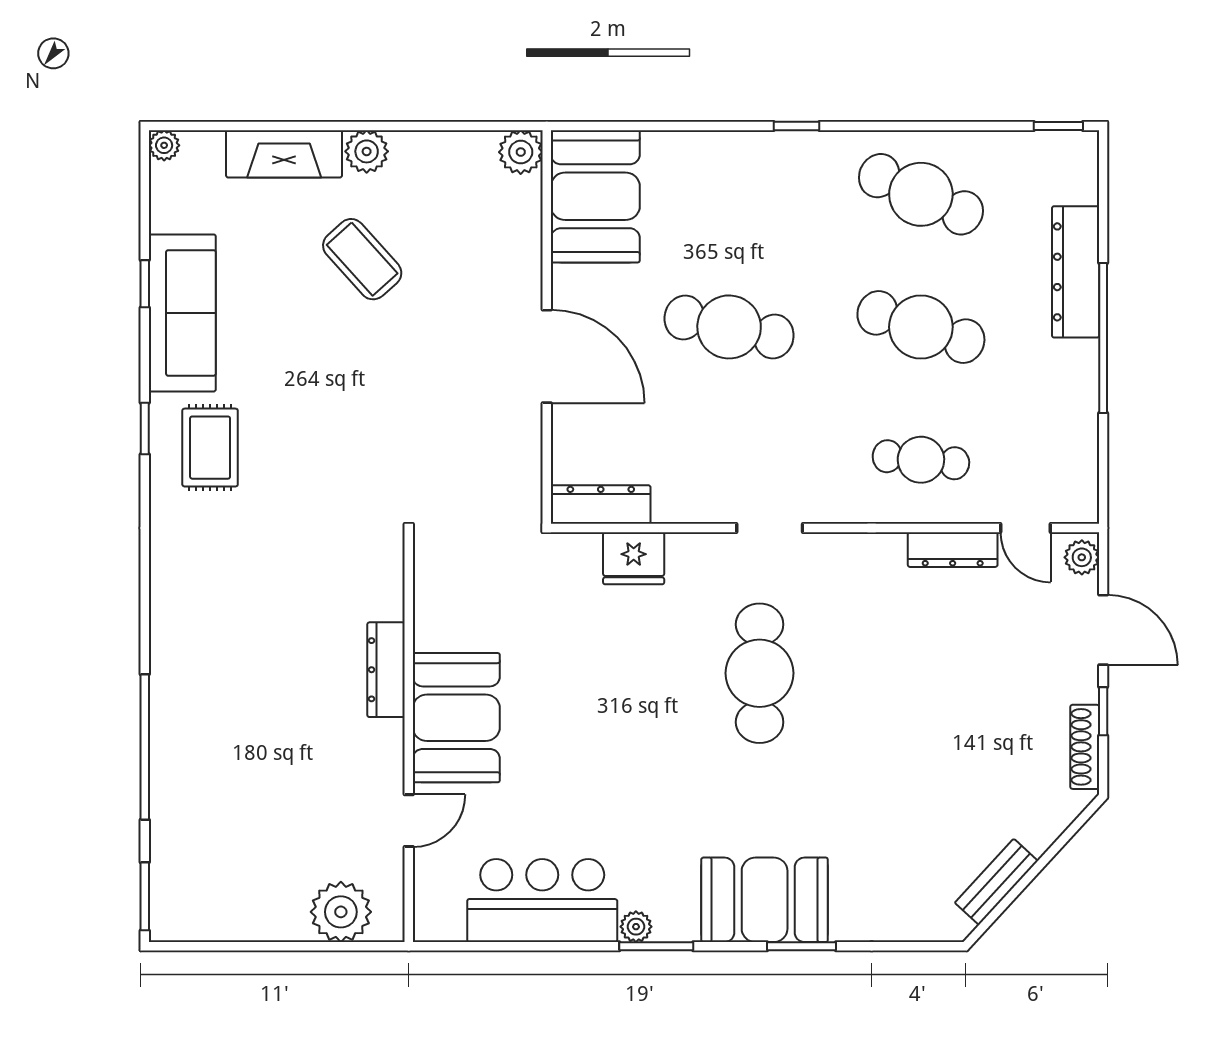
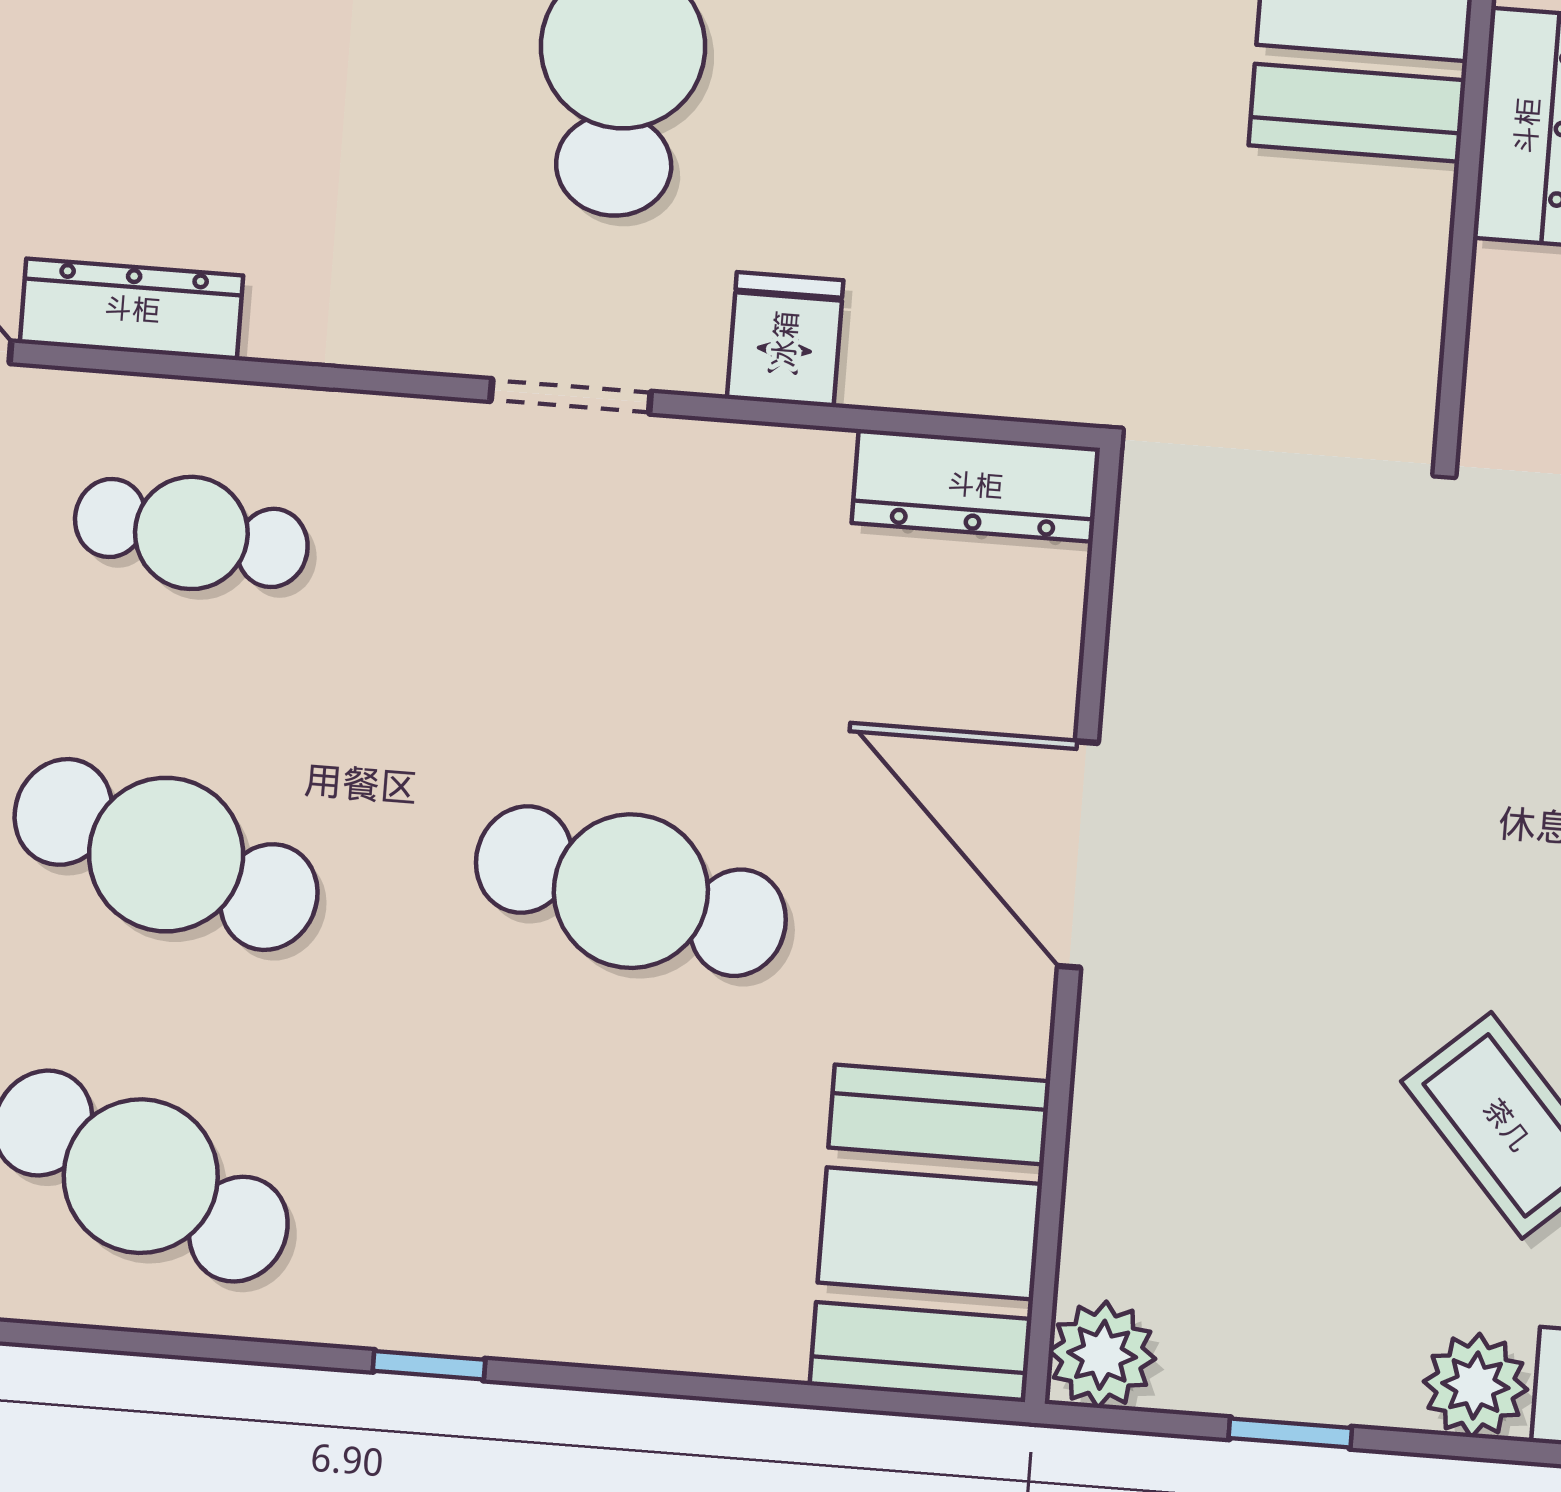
window: (441, 126) -> (1290, 1433), added
fridge: (634, 558) -> (785, 339), moved, width x0.72

